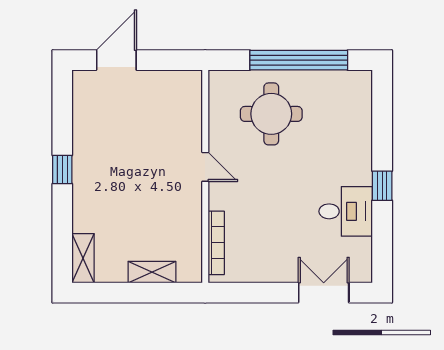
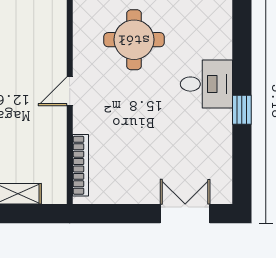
door: (205, 167) -> (70, 91), swing flipped
desk: (346, 211) -> (206, 84), moved

